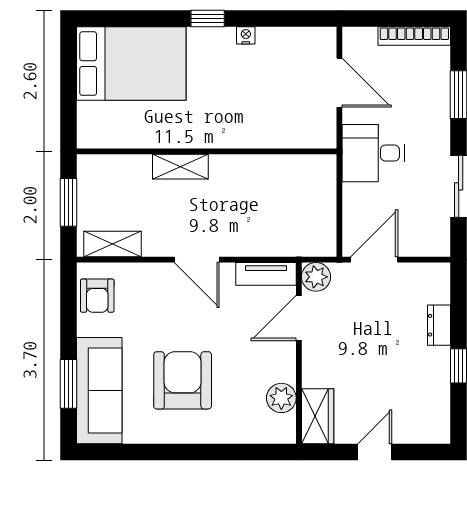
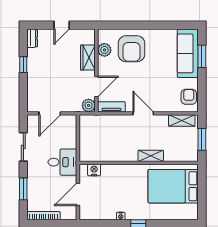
bed: (131, 64) -> (173, 186), moved
door: (339, 83) -> (78, 194), hinge flipped
nightstand: (304, 136) -> (94, 170), added
door: (374, 260) -> (50, 113), moved
dresser: (439, 325) -> (32, 38), moved
armchair: (183, 380) -> (131, 49), moved
wardrobe: (318, 416) -> (88, 58), moved

